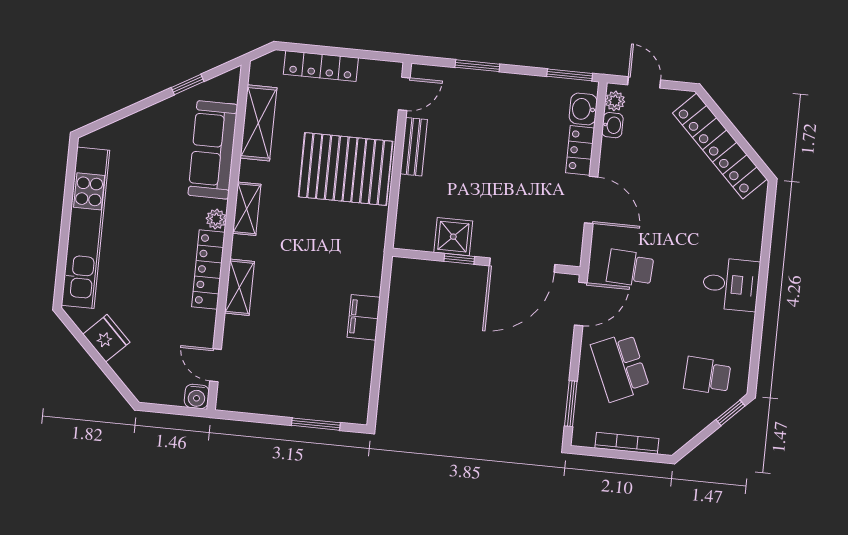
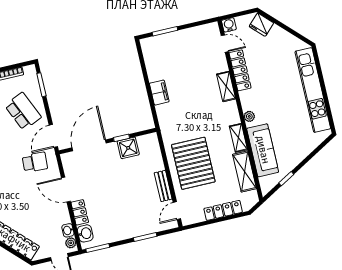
pallet: (346, 169) -> (193, 163), turned 90
shelving: (247, 209) -> (238, 138), moved
locker: (208, 270) -> (240, 70), moved
fridge: (106, 338) -> (261, 25), moved

